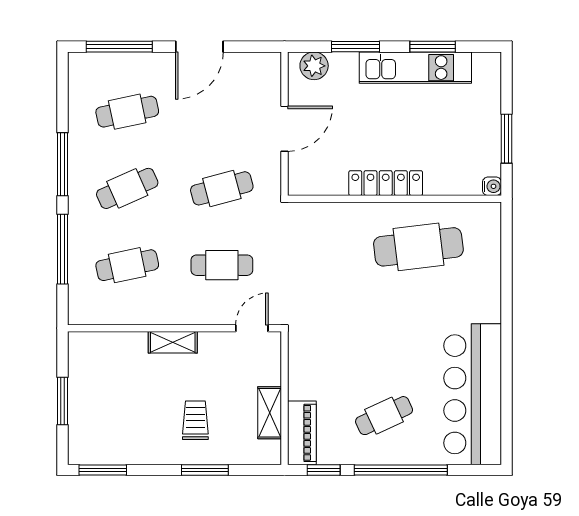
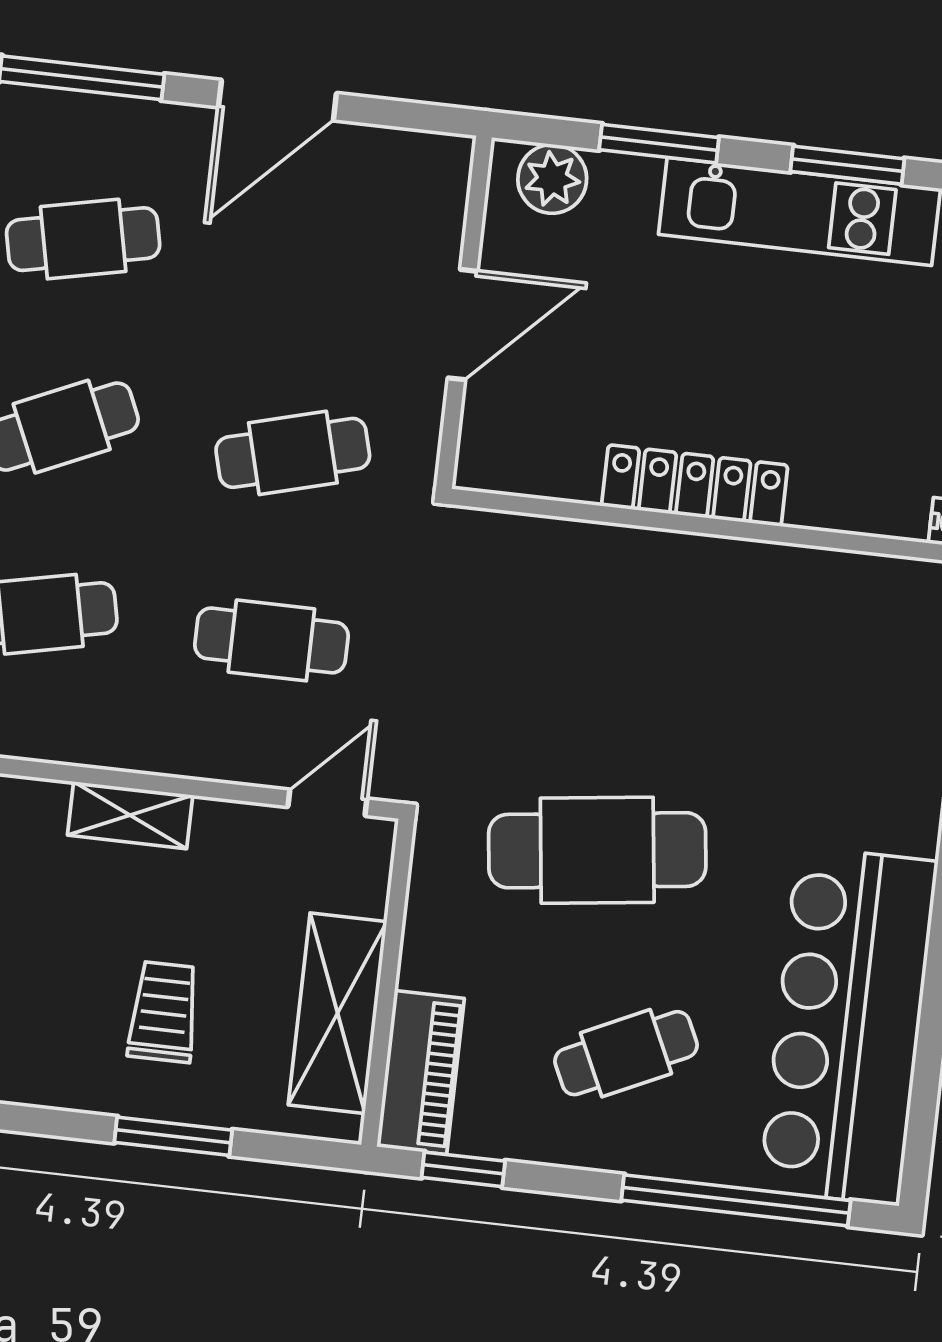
cafe table: (418, 247) -> (597, 850), moved
shelving: (270, 413) -> (338, 1013), width x1.50, depth x1.33
window: (401, 470) -> (736, 1200), moved

